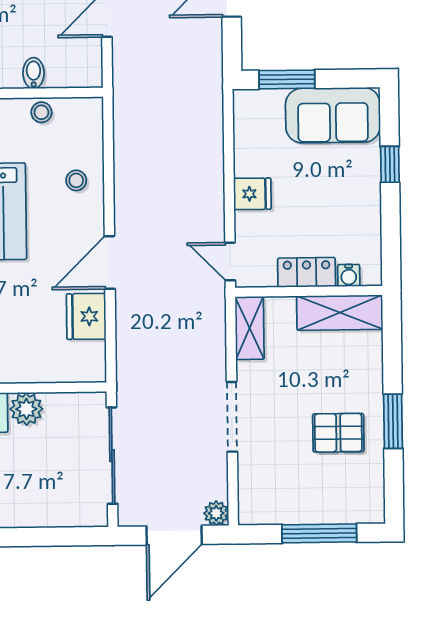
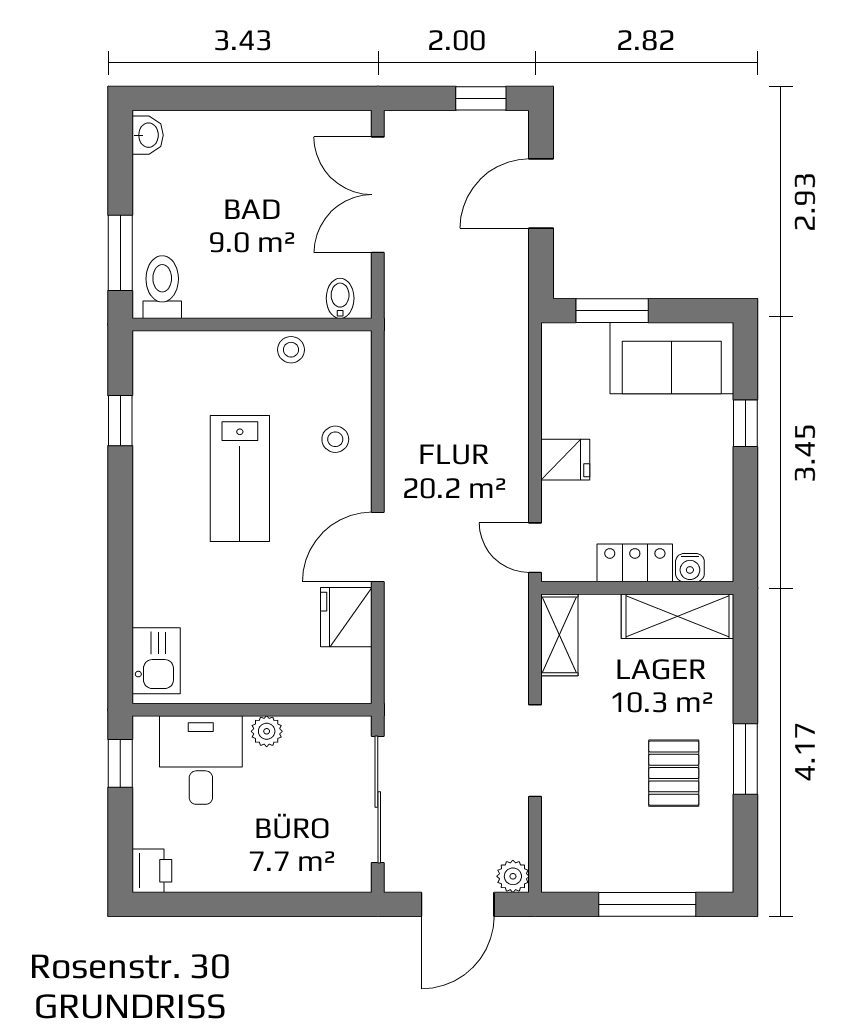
bidet: (34, 73) -> (340, 298), moved
plant: (26, 409) -> (267, 731), width x0.73, depth x0.73
pallet: (338, 433) -> (674, 773), turned 90

